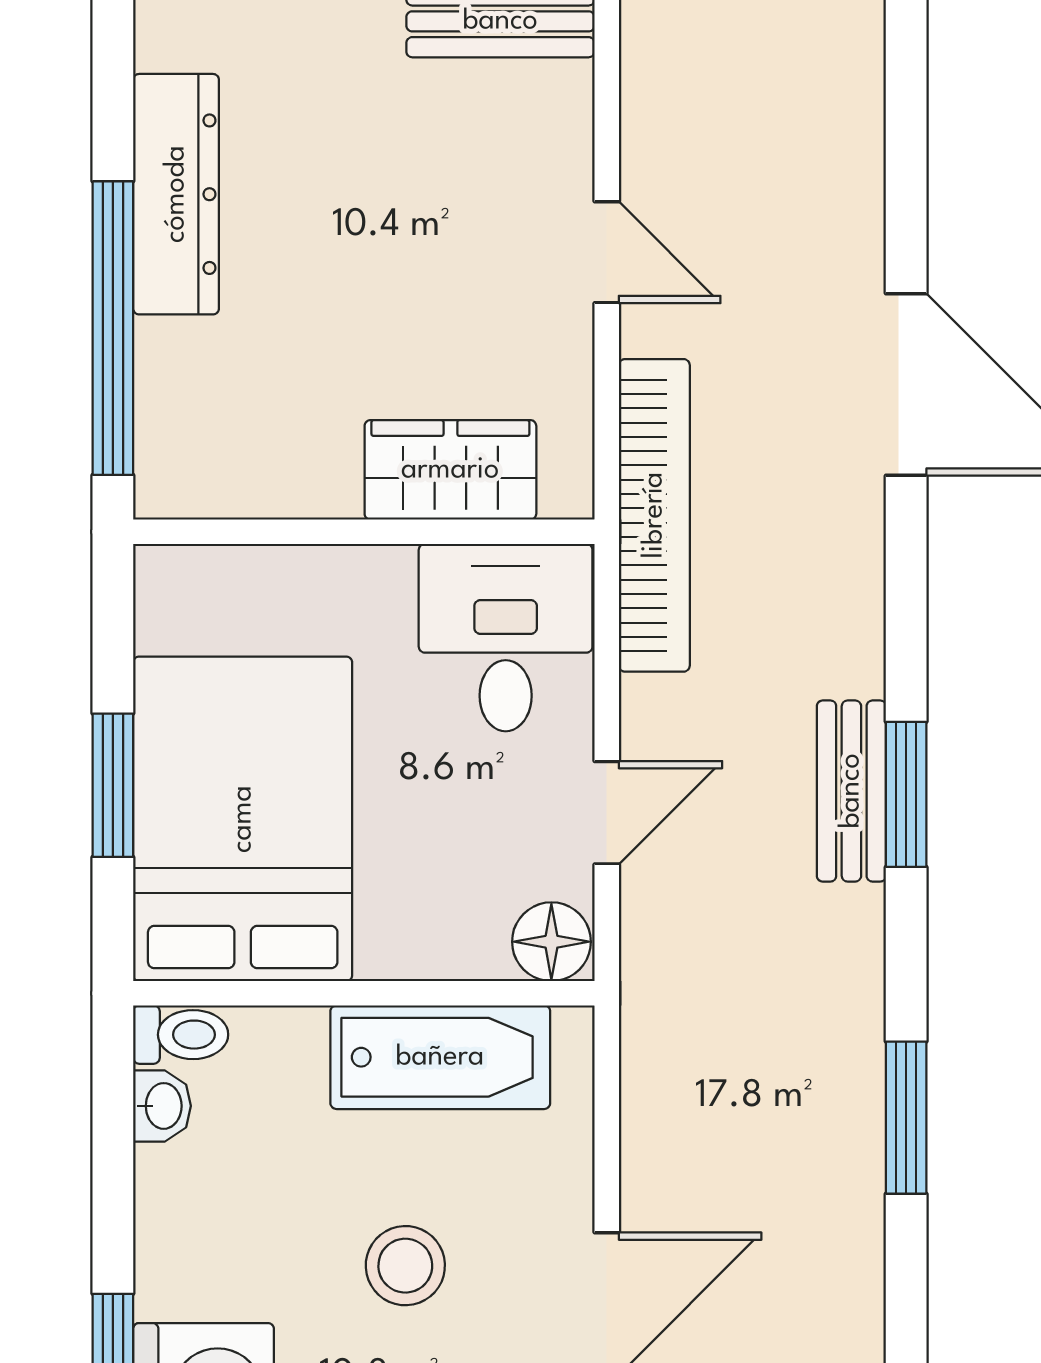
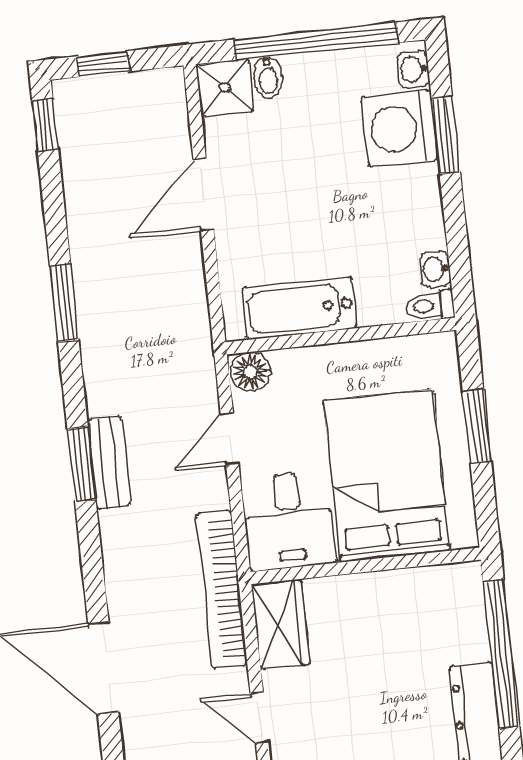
wardrobe: (450, 470) -> (281, 624), moved, turned -90
bed: (243, 819) -> (387, 476), moved, turned 180
stool: (405, 1266) -> (306, 203), removed

